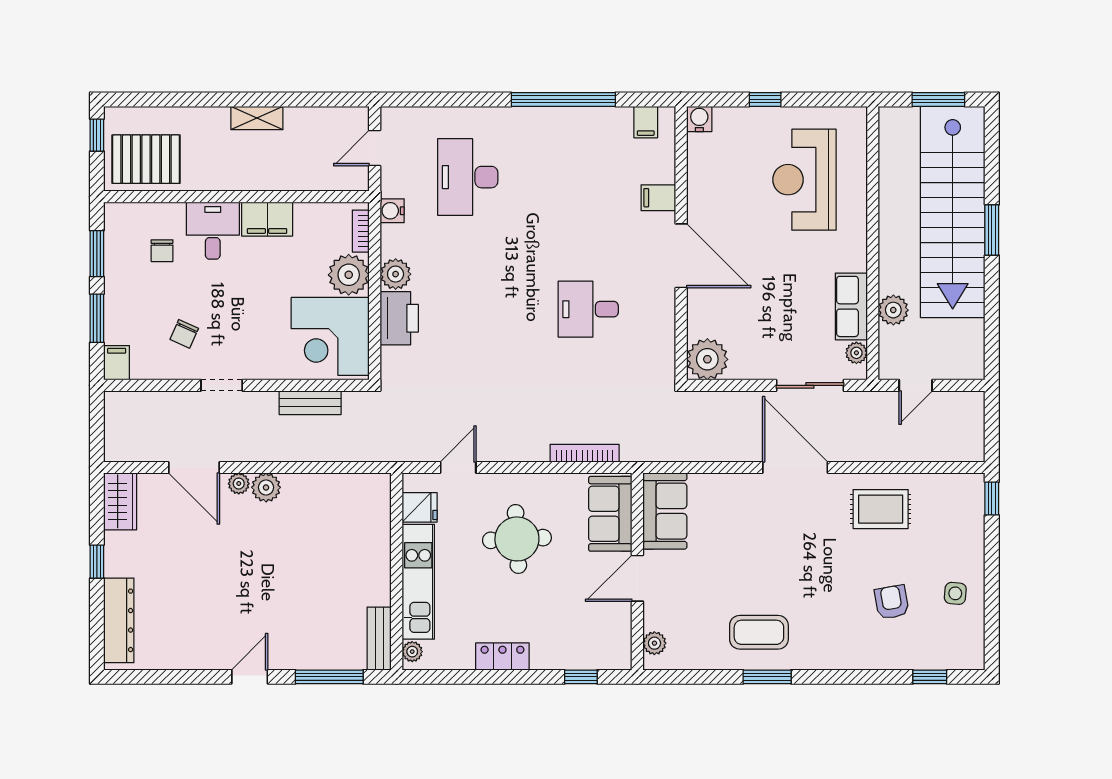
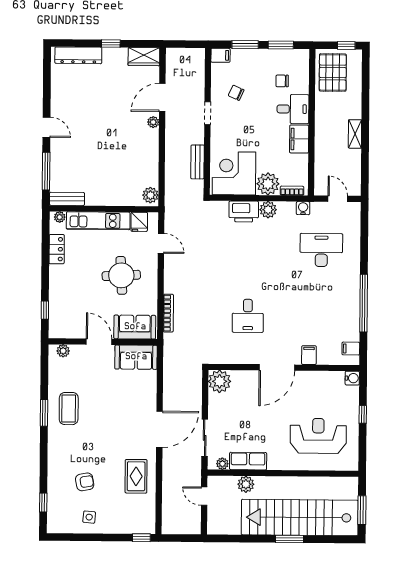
desk: (588, 309) -> (248, 316), turned 180
plant: (266, 487) -> (150, 195), moved
locker: (502, 656) -> (57, 249), moved

